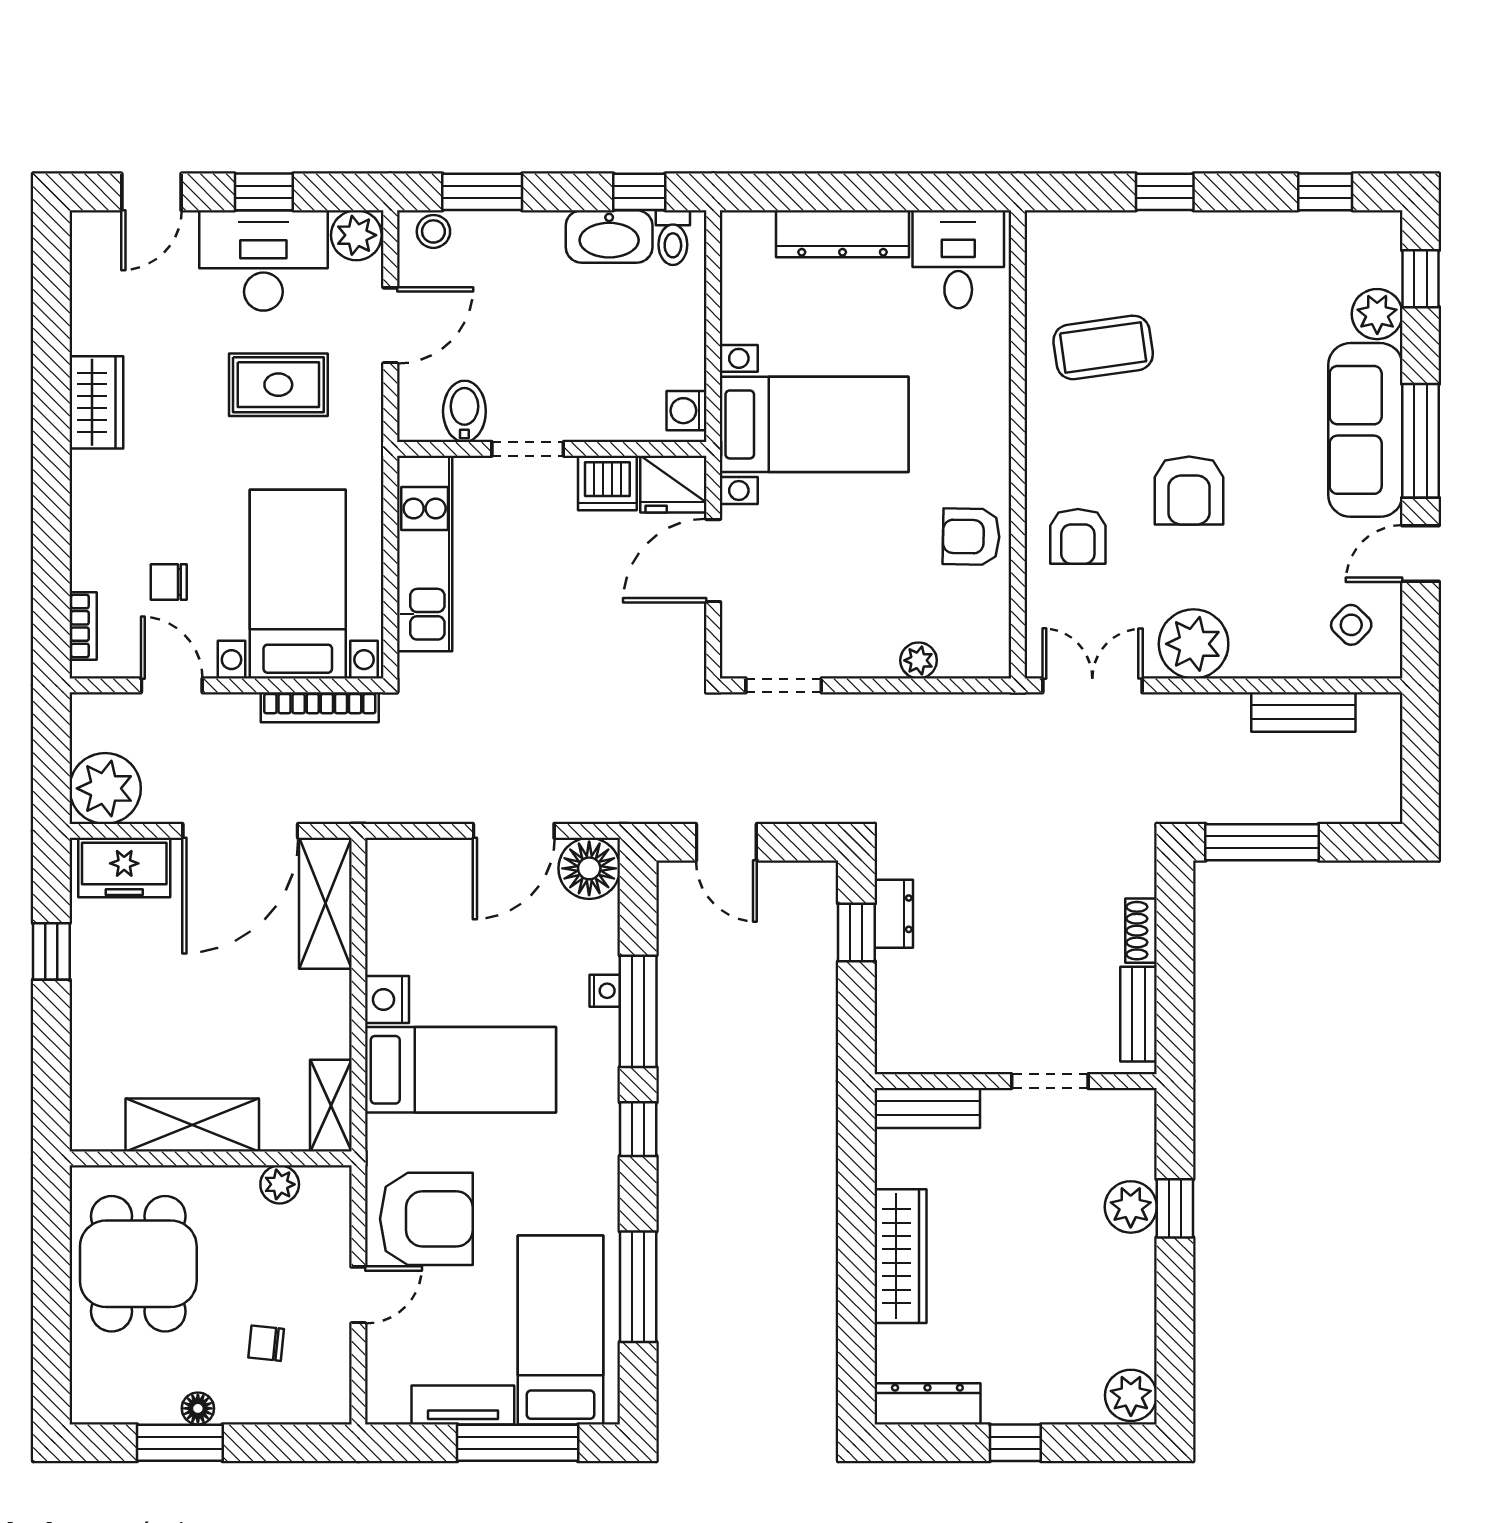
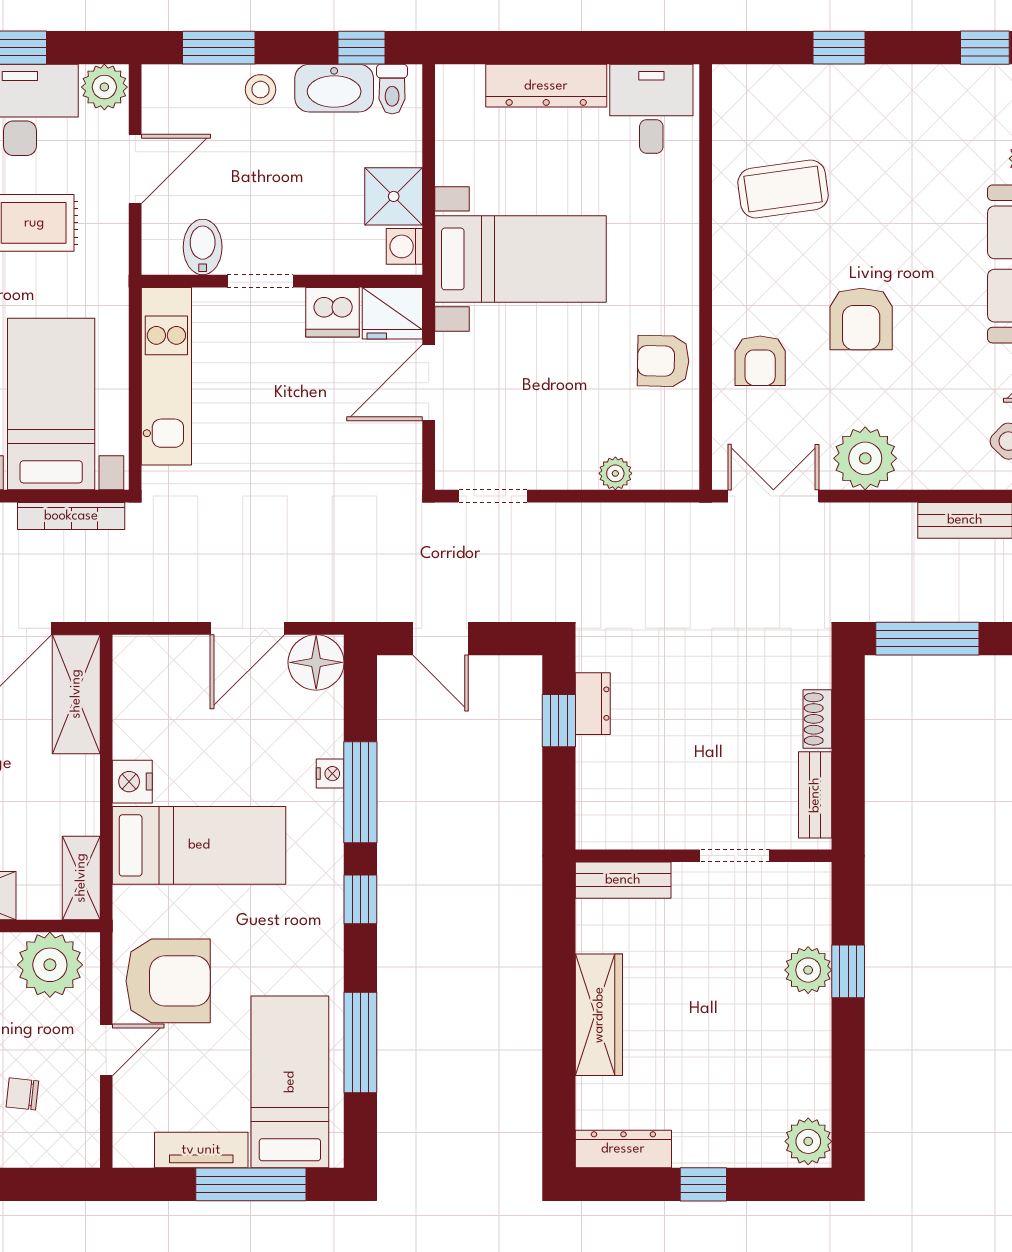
stool: (433, 231) -> (261, 90), moved
shower: (675, 356) -> (394, 196), added
plant: (280, 1184) -> (50, 965), width x1.87, depth x1.87

